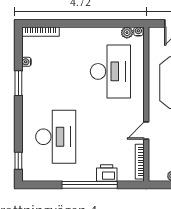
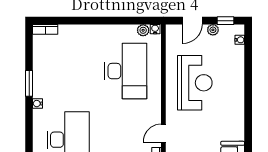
bookcase: (40, 32) -> (45, 29), width x0.64
water cooler: (26, 62) -> (38, 104), moved

